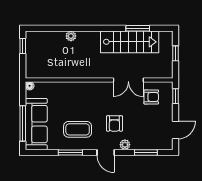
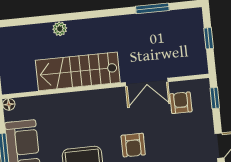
stairs: (130, 42) -> (78, 71), moved, turned 180
armchair: (151, 97) -> (181, 103), turned -90

